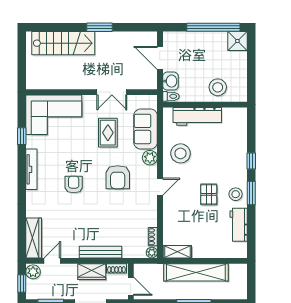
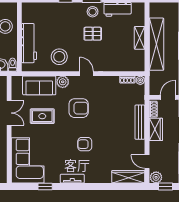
tv unit: (31, 169) -> (72, 179), width x0.71
shelving: (177, 252) -> (140, 38), moved

